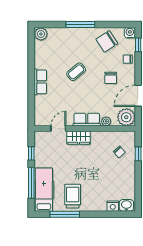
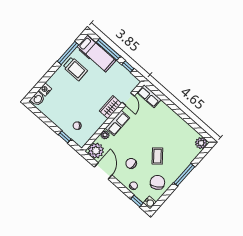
coffee table: (76, 72) -> (157, 156), moved
row of seats: (40, 82) -> (149, 96), moved

